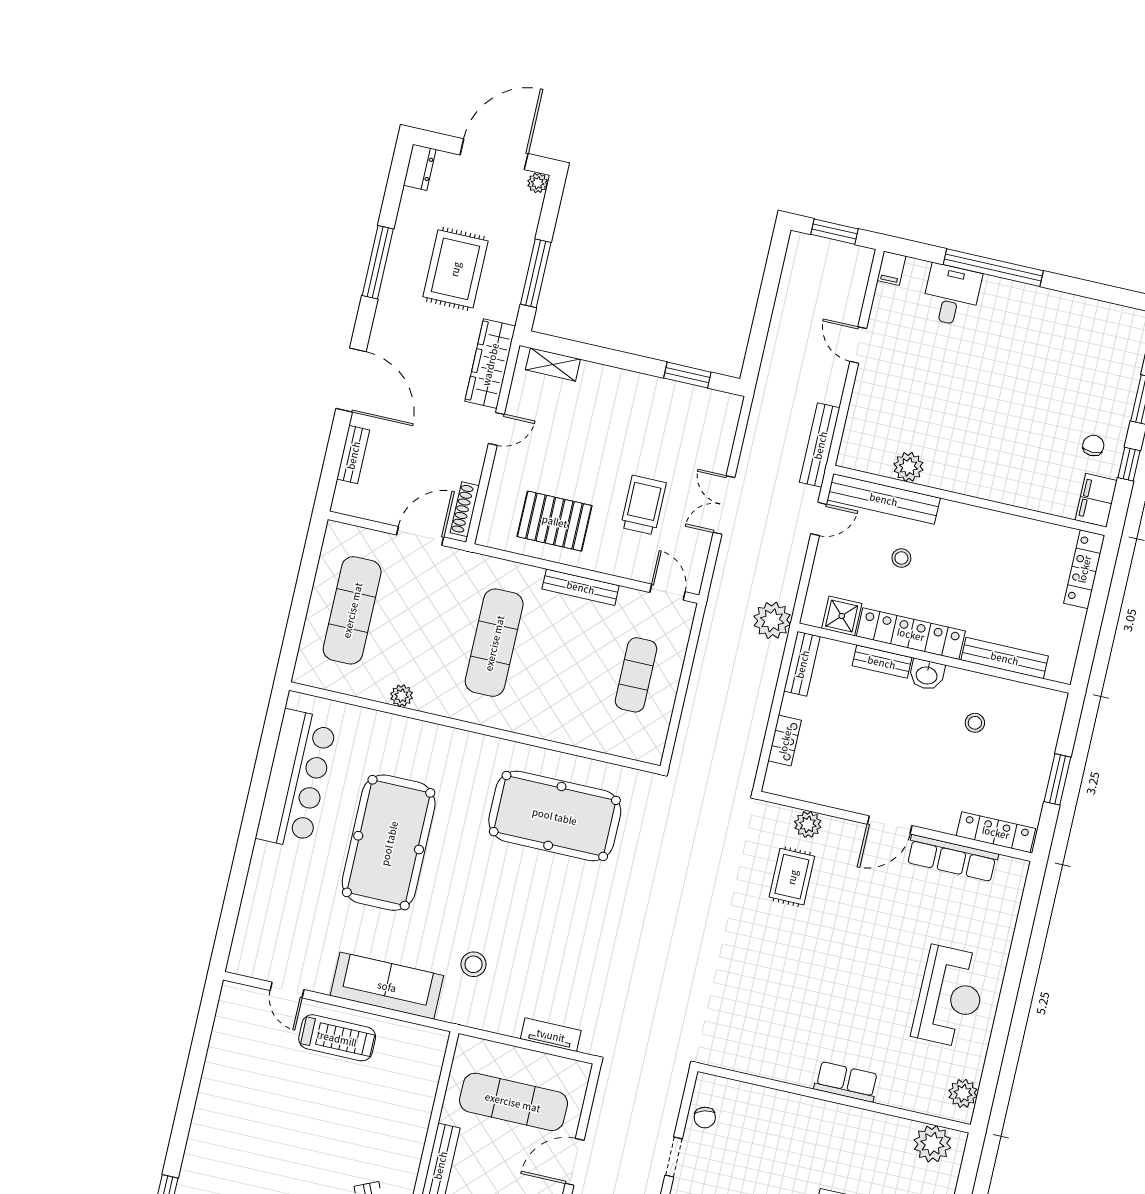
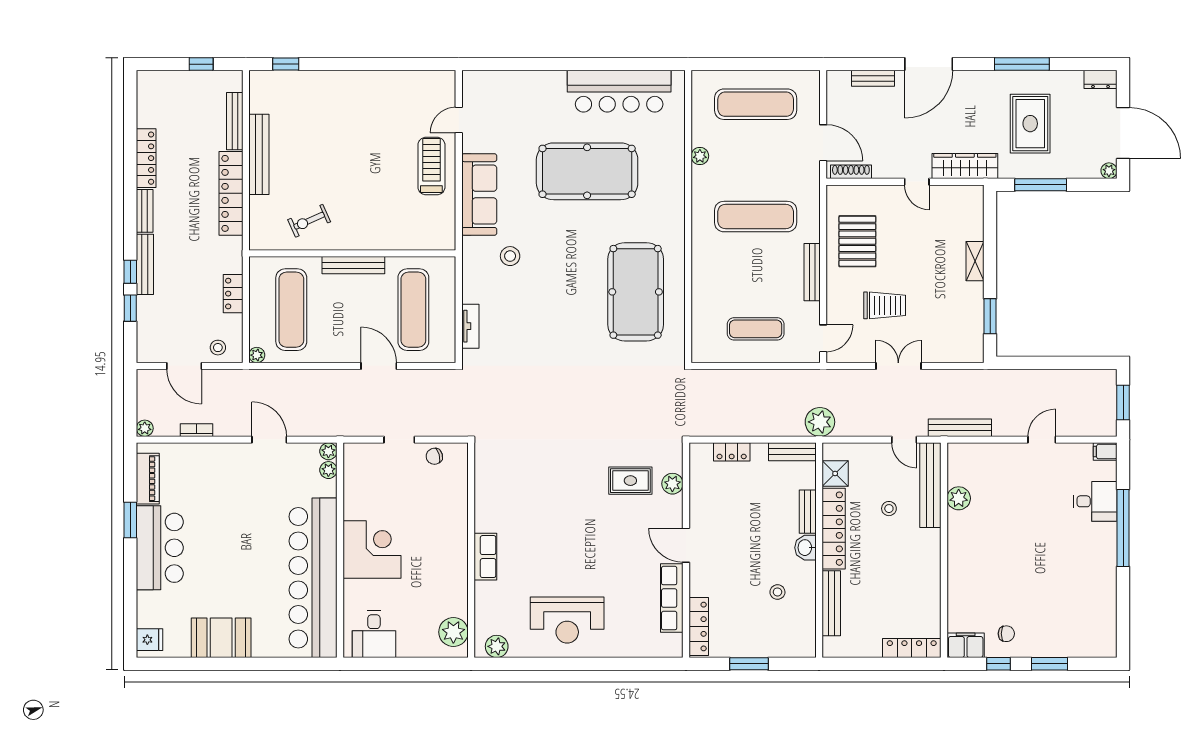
rug: (455, 269) -> (1030, 124), turned 90
shelving: (553, 364) -> (975, 261), moved
treadmill: (337, 1038) -> (431, 166), turned 180

